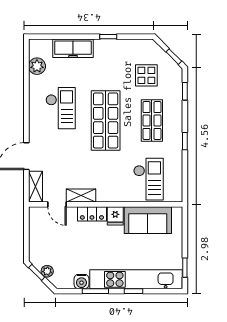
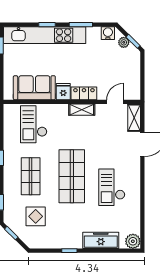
plant: (37, 66) -> (133, 241), moved
shelving: (81, 195) -> (82, 110), moved
door: (57, 204) -> (115, 102), hinge flipped
water cooler: (81, 282) -> (108, 33), moved

